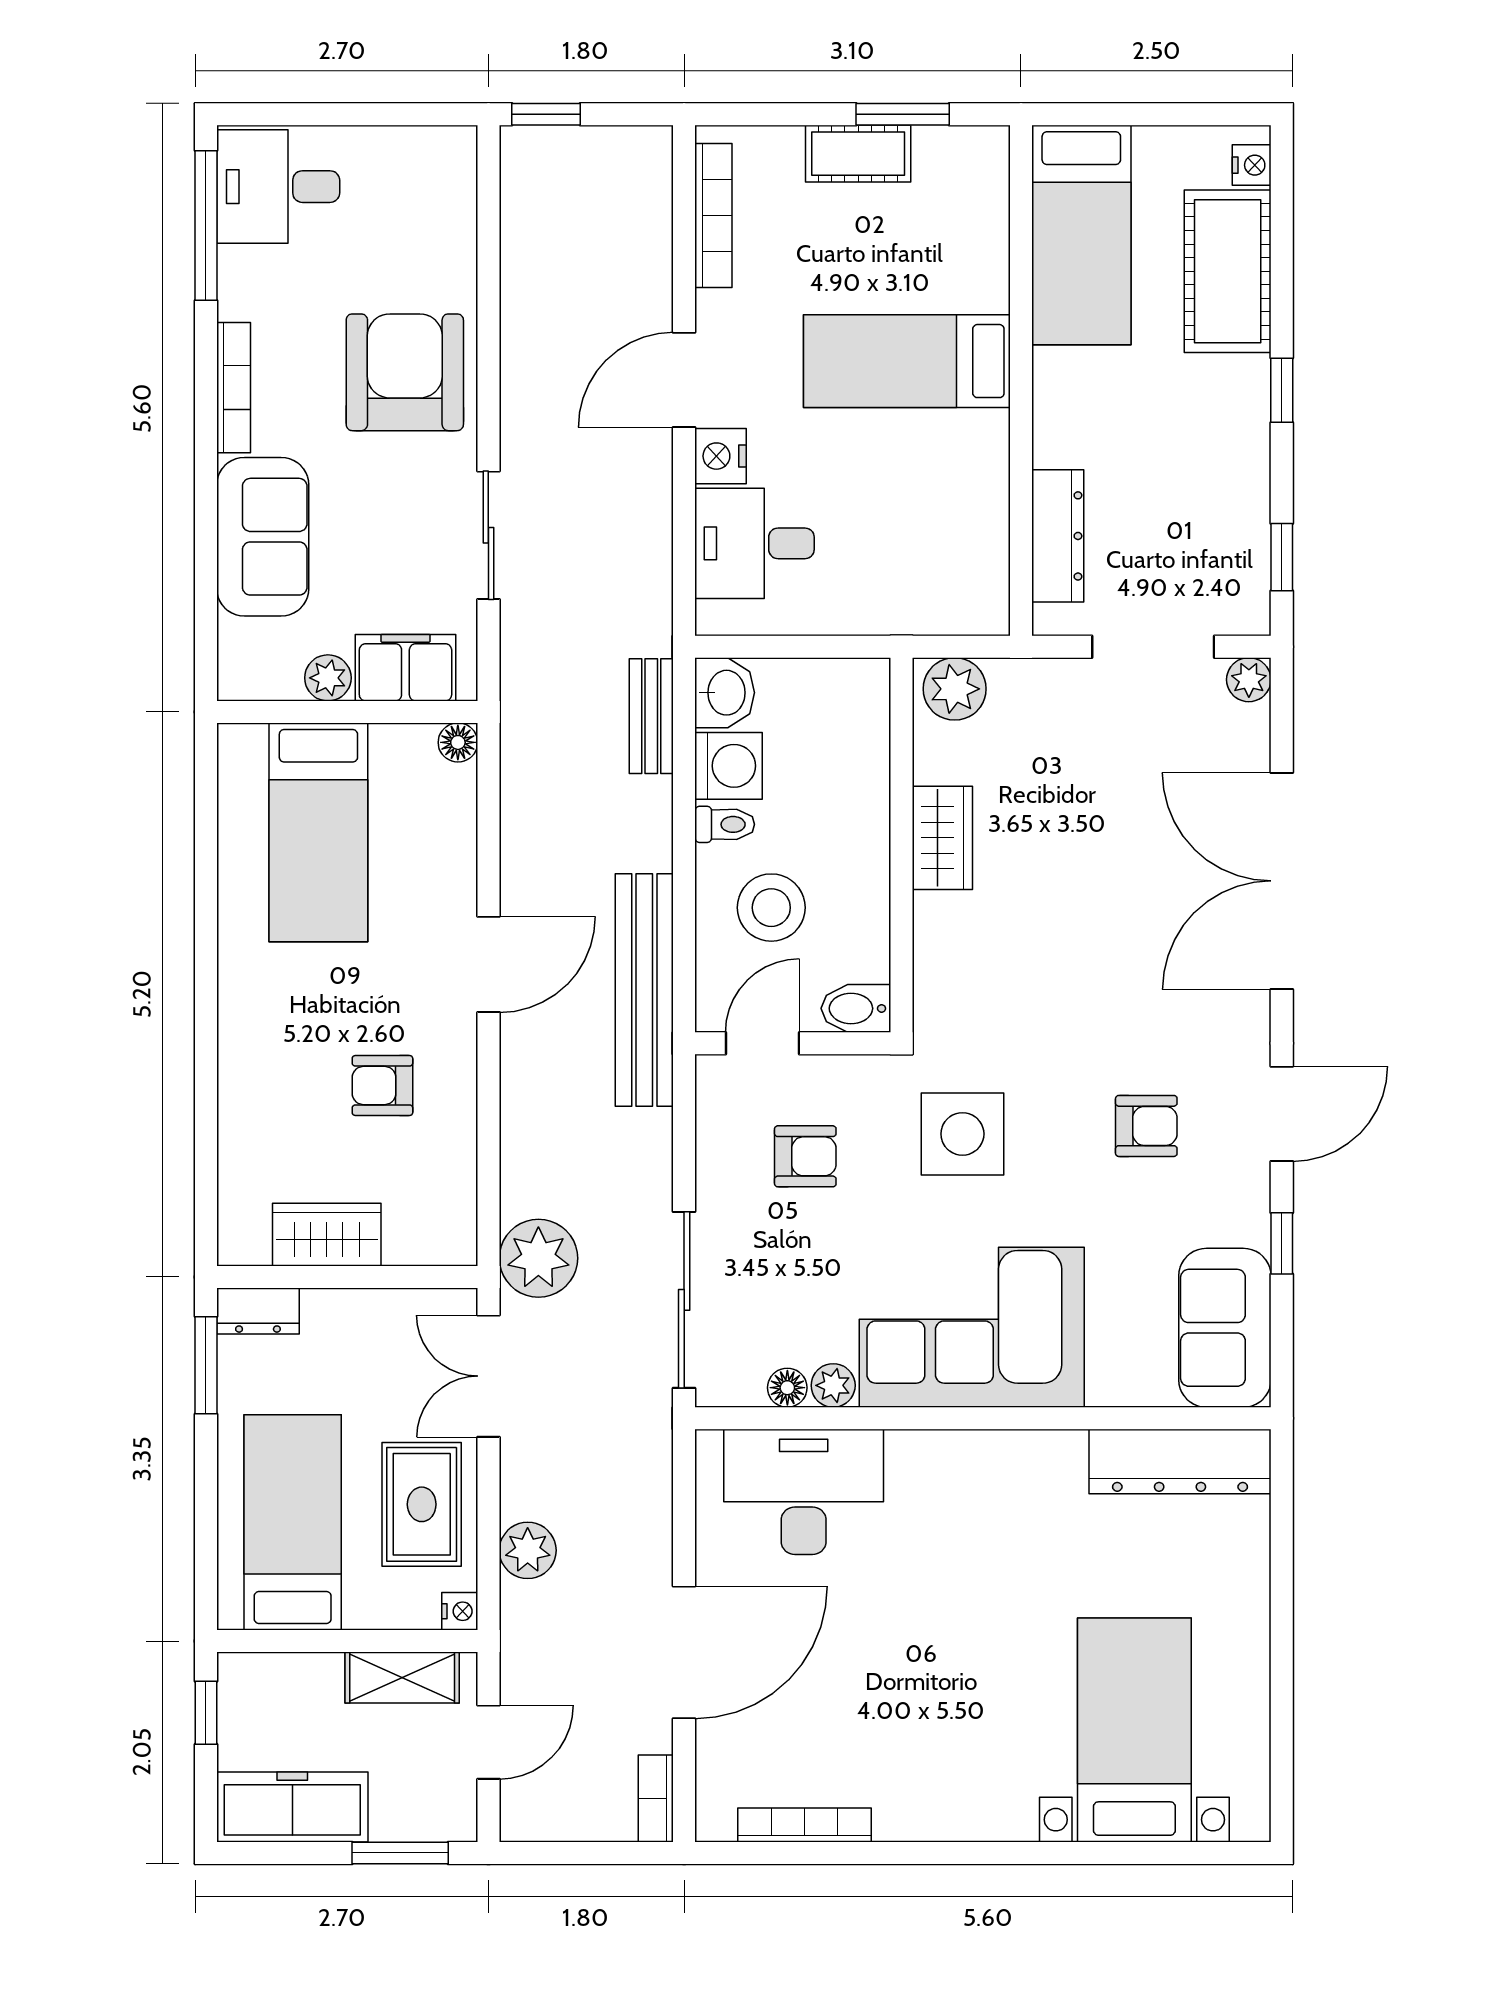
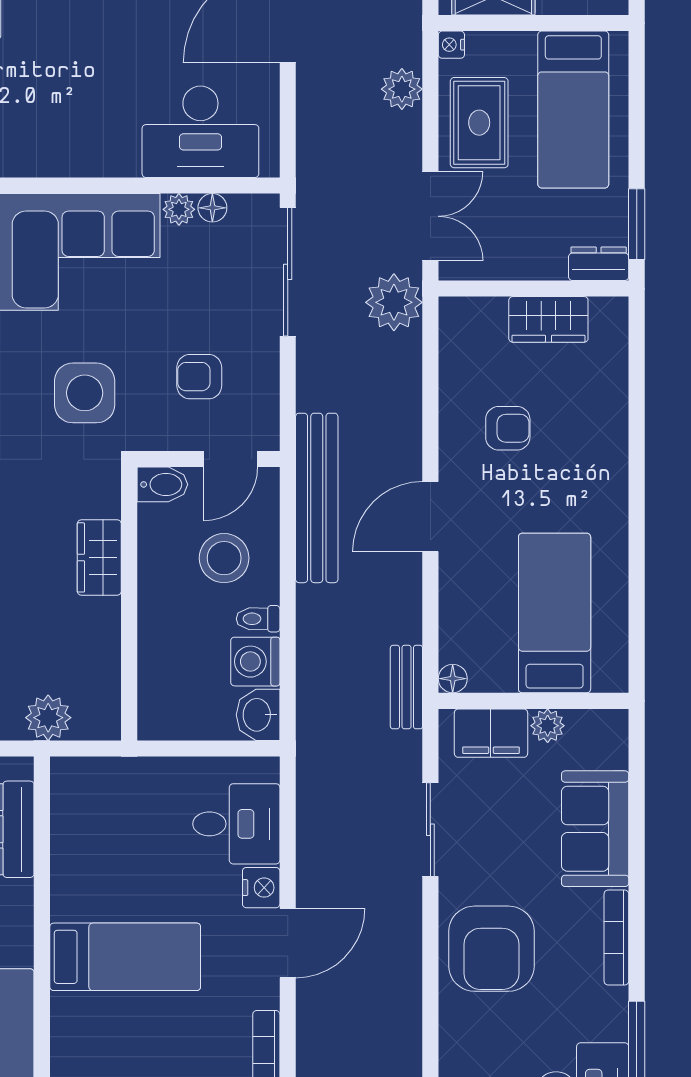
plant: (955, 689) -> (48, 718), moved
bench: (651, 716) -> (406, 687), moved
wardrobe: (942, 838) -> (99, 557), moved

